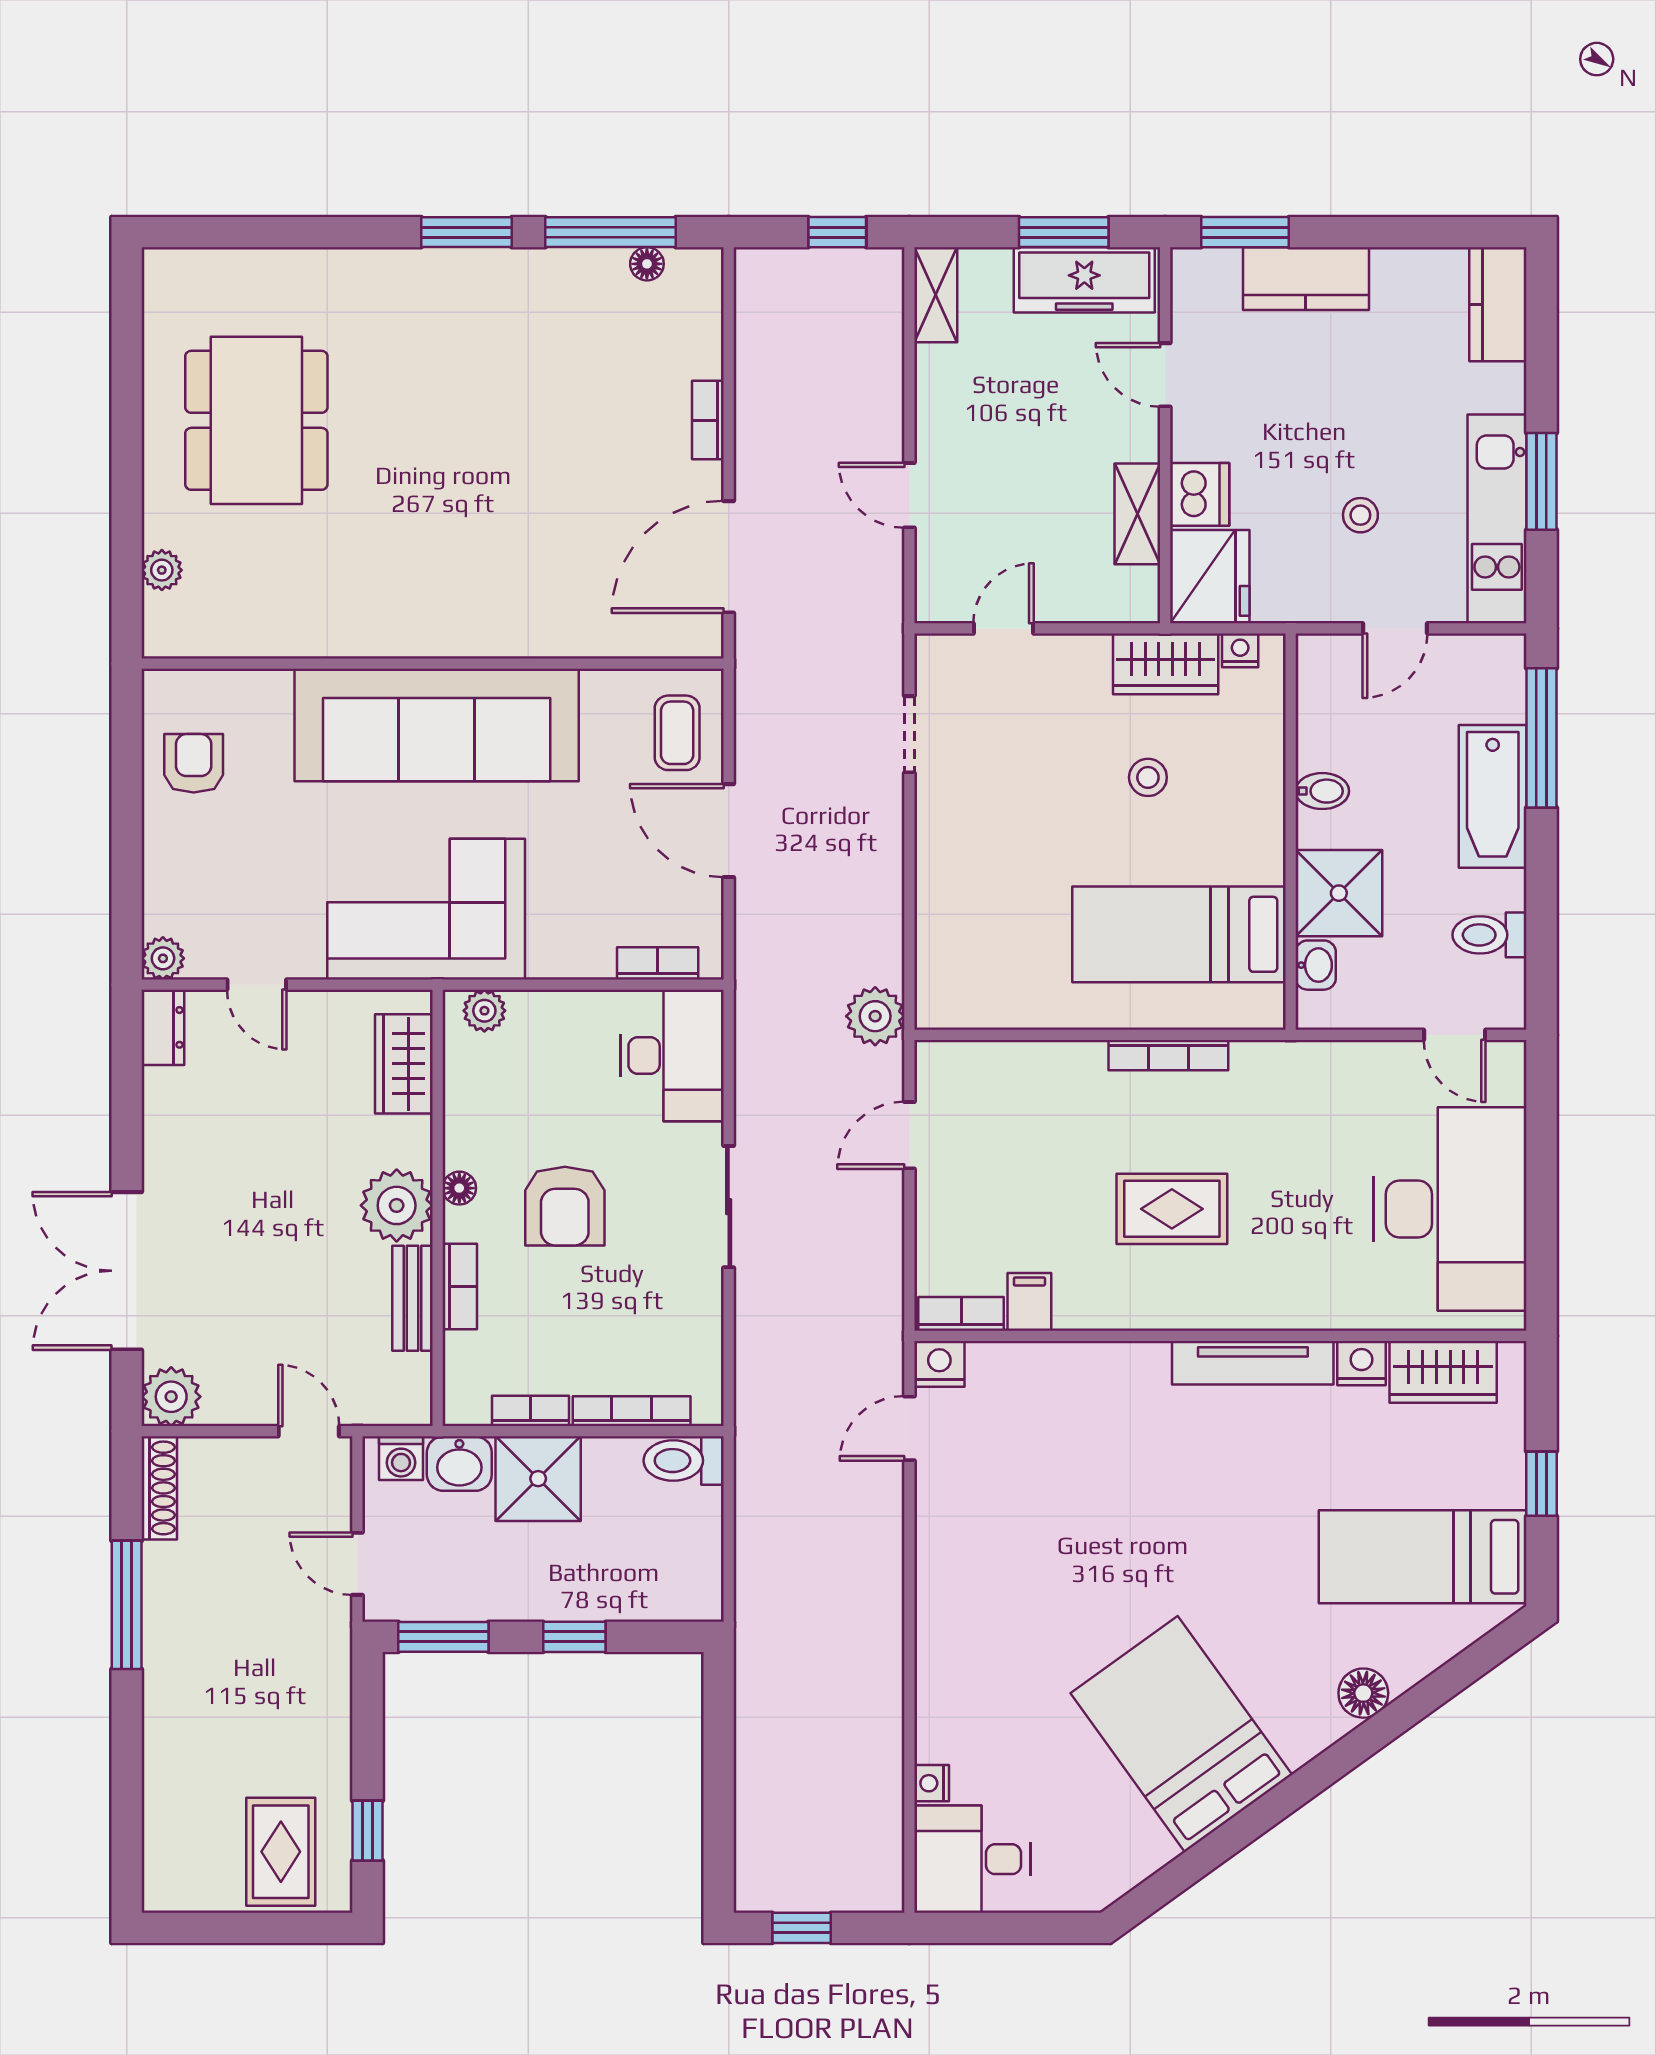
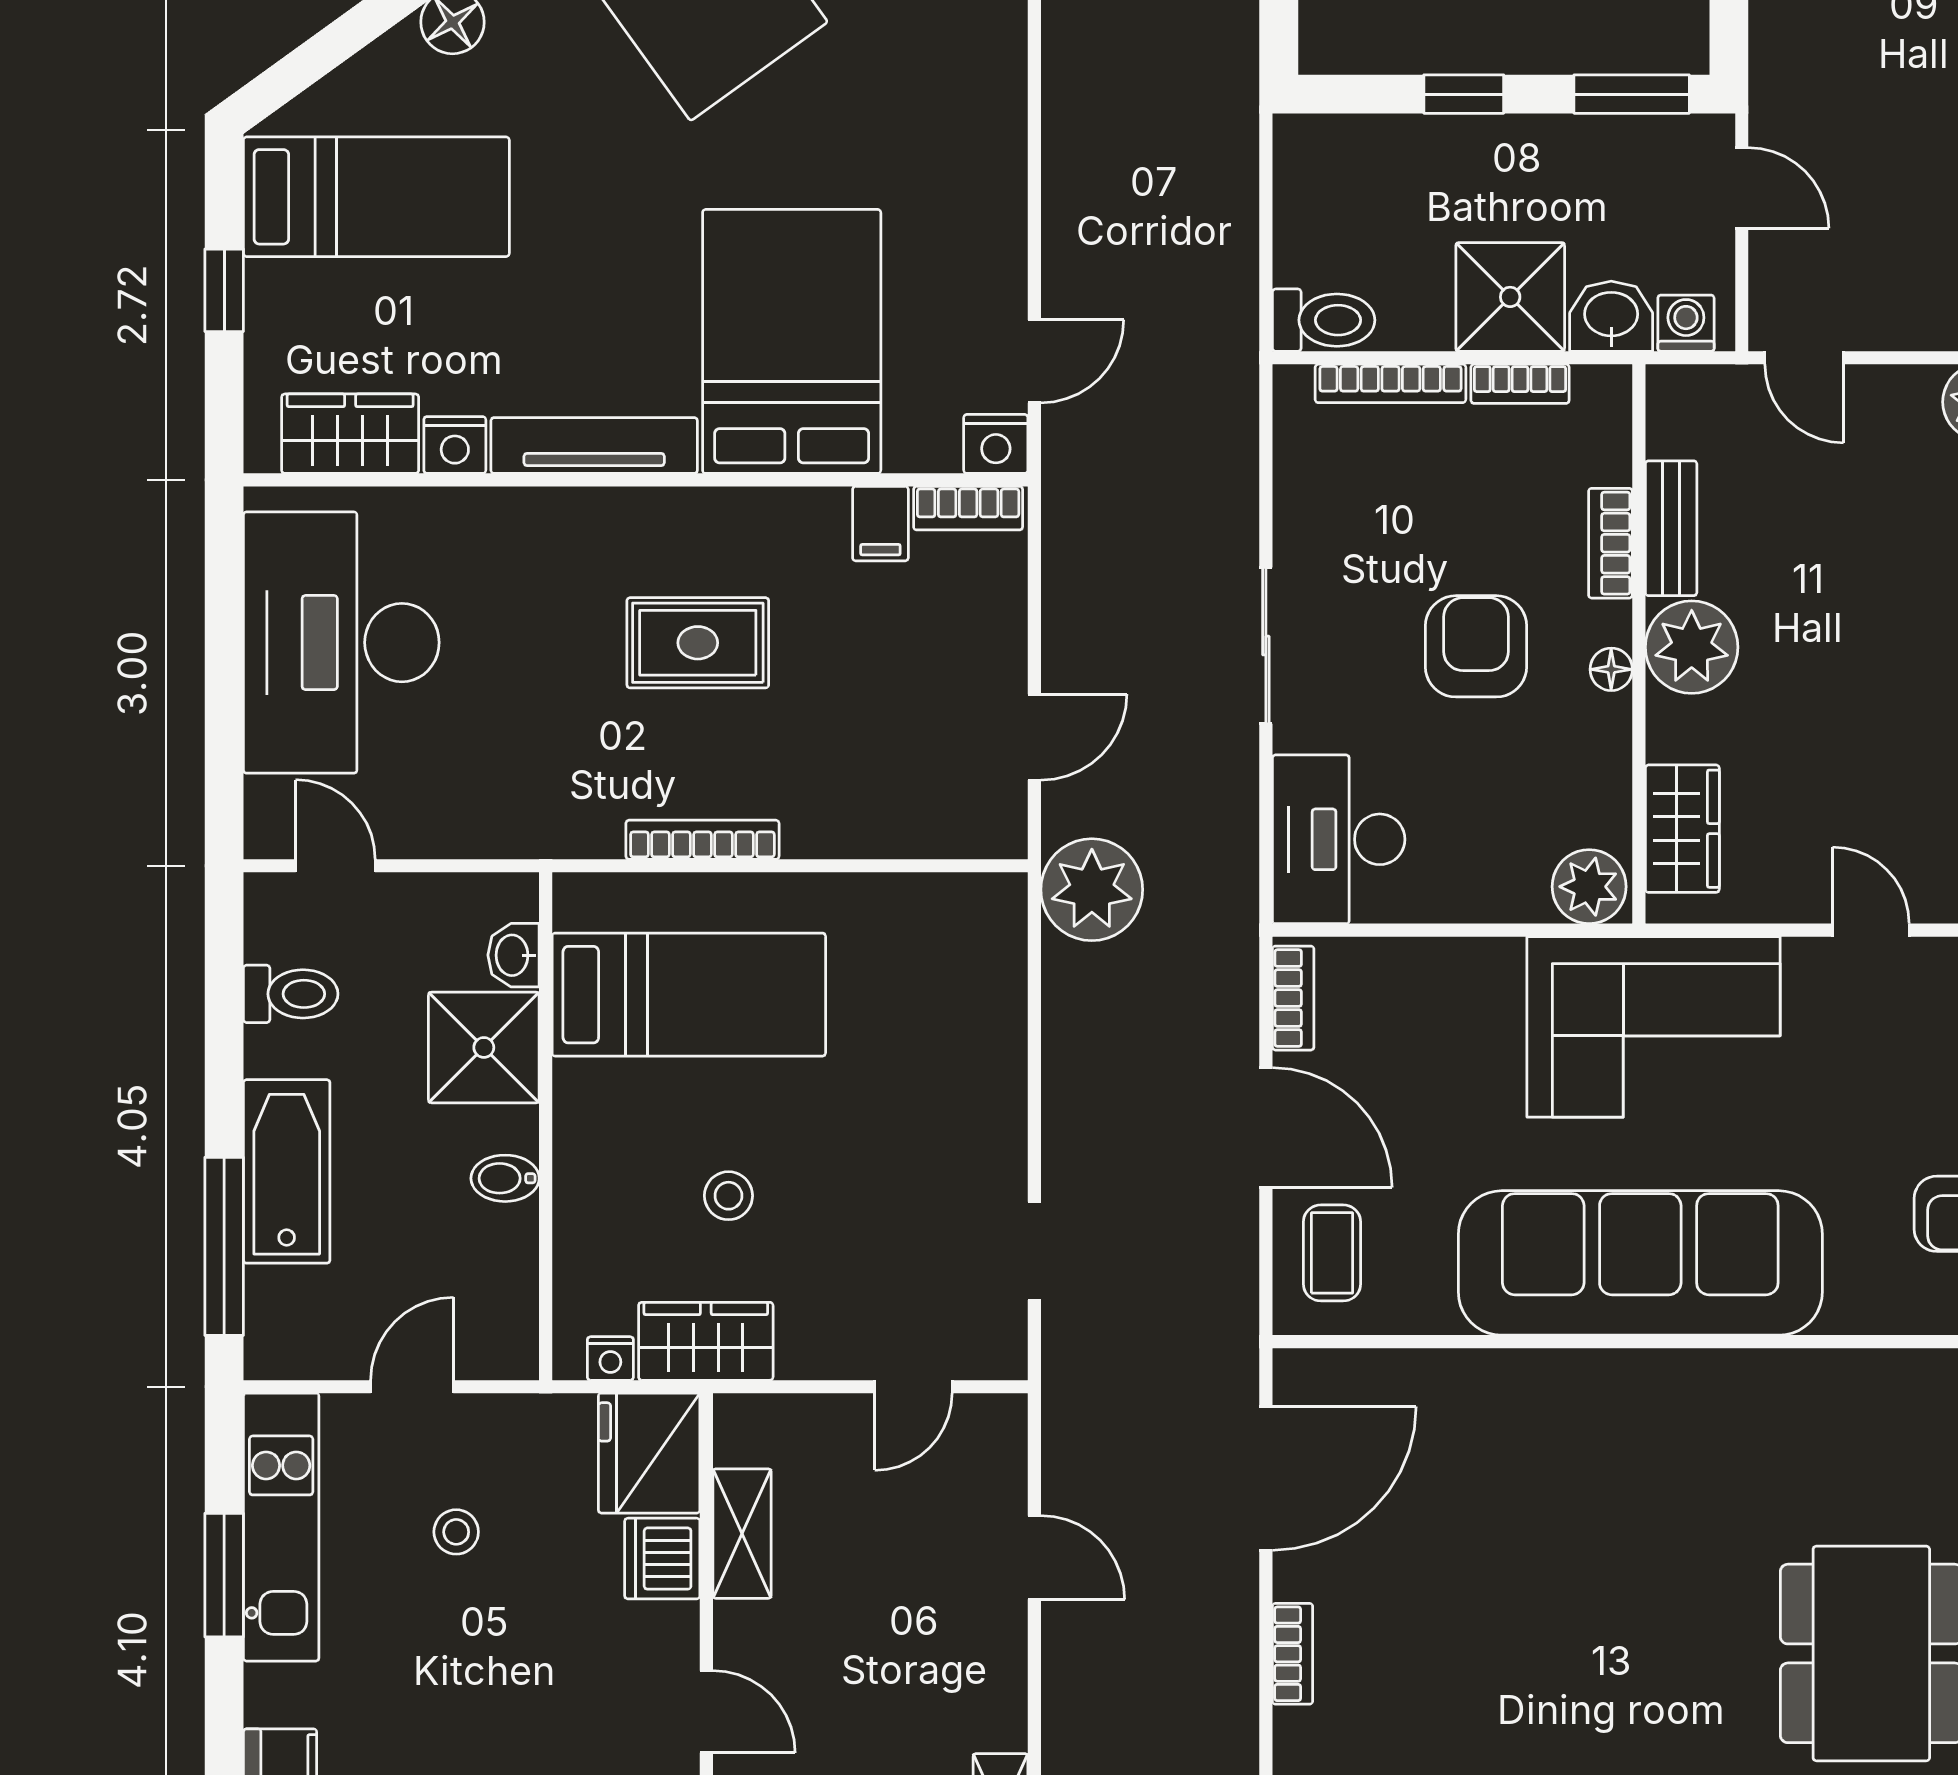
bookcase: (658, 963) -> (1293, 998), moved, turned -90
plant: (484, 1011) -> (1589, 887), width x1.38, depth x1.38
plant: (875, 1016) -> (1092, 890), width x1.36, depth x1.36
bed: (1099, 1444) -> (792, 341), added

